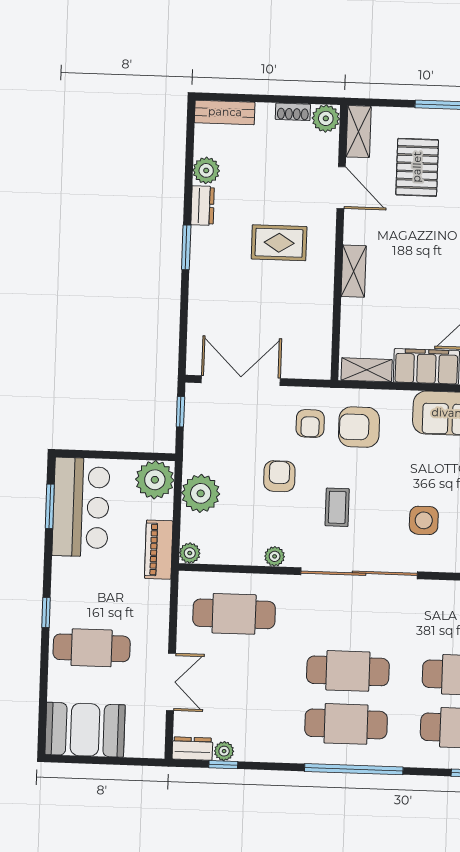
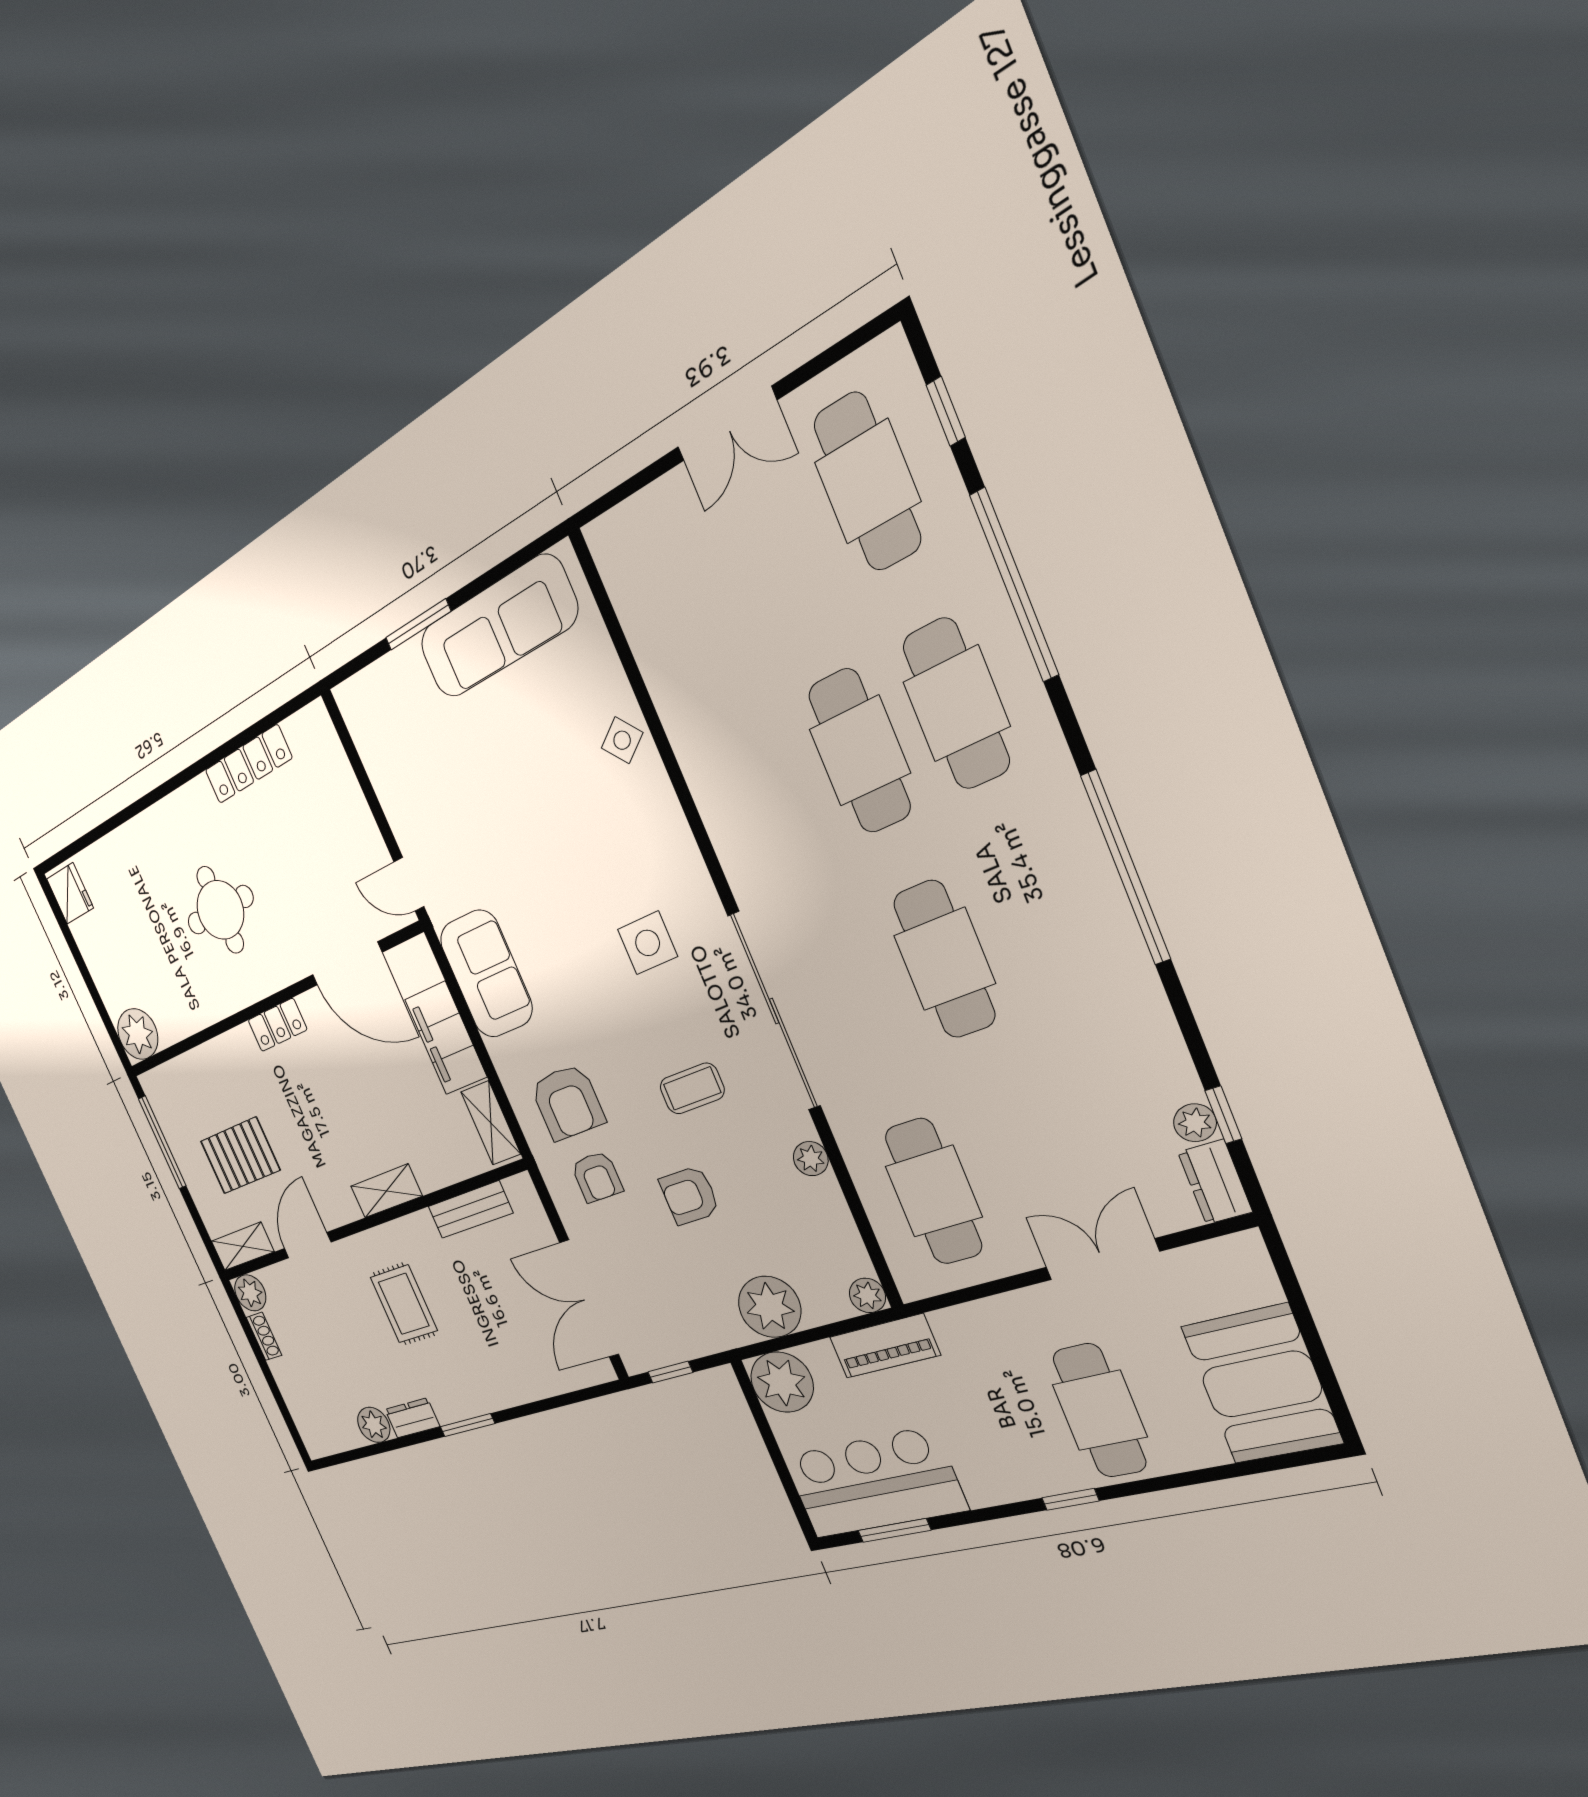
bench: (225, 112) -> (470, 1210), moved, turned 90
armchair: (310, 423) -> (597, 1177), turned 90
cafe table: (346, 724) -> (1043, 921), removed

